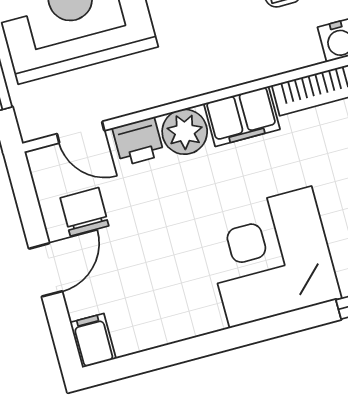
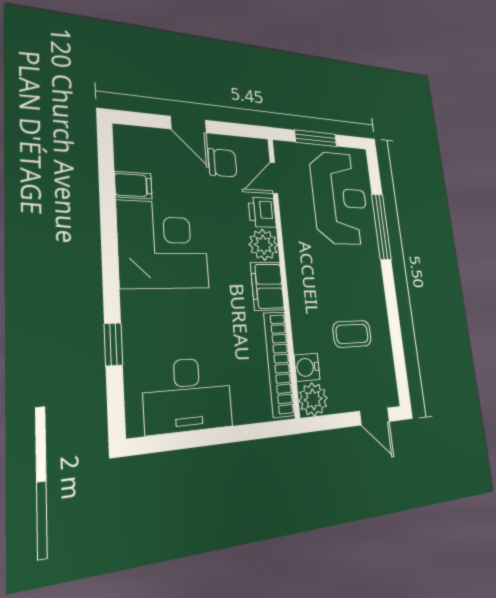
corner desk: (271, 257) -> (163, 245), moved
filing cabinet: (93, 341) -> (133, 185), moved

